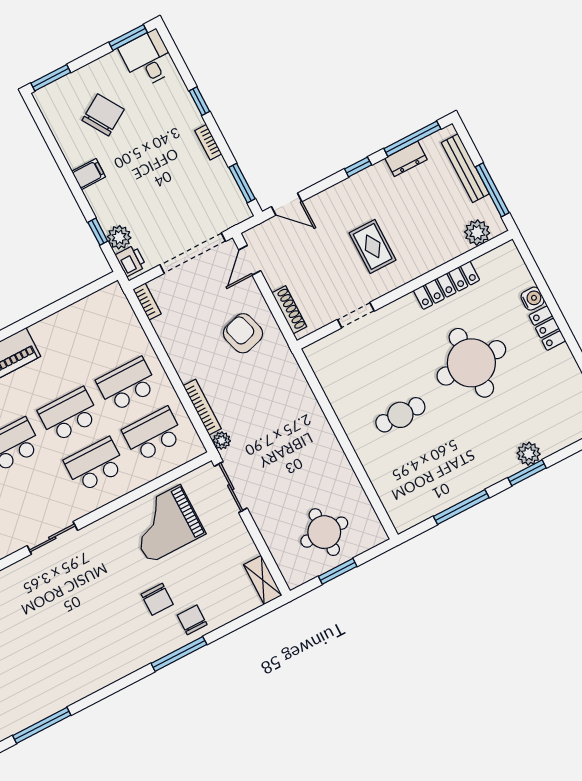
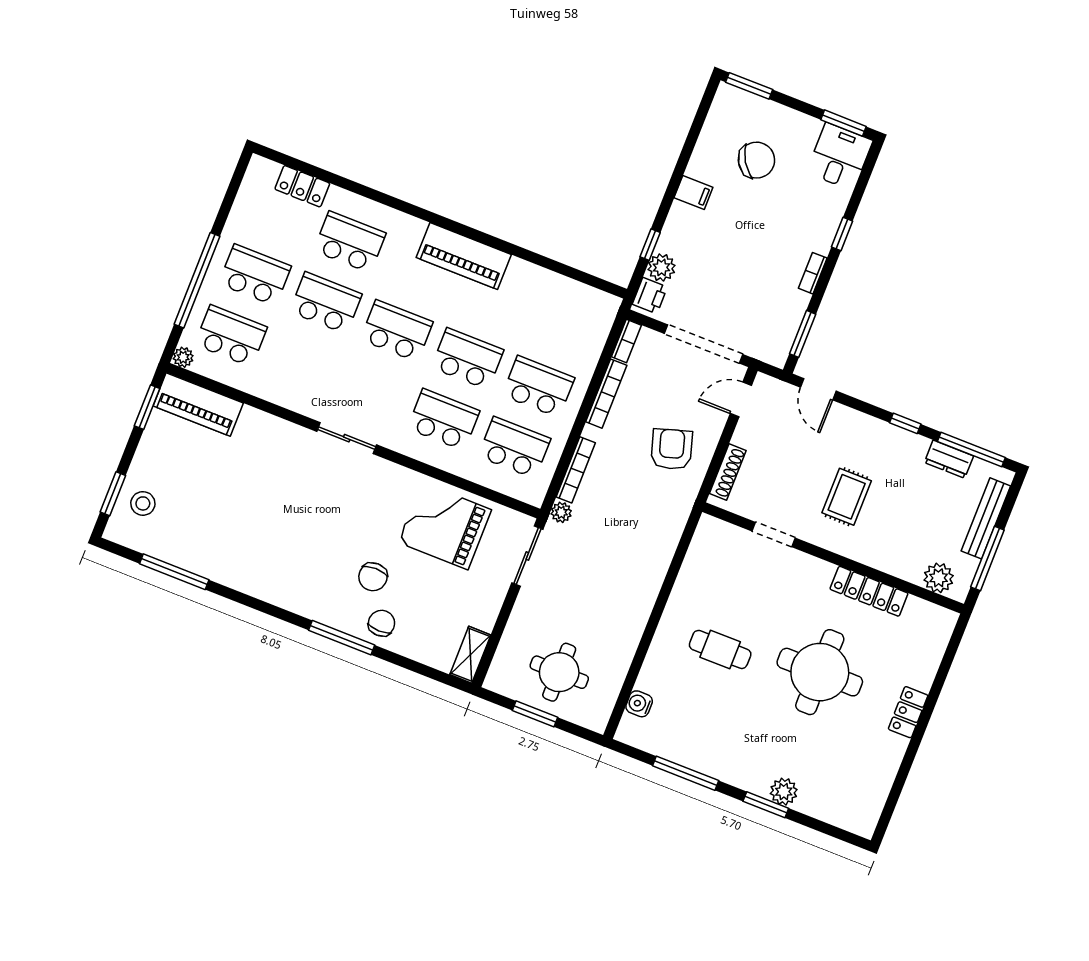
water cooler: (533, 299) -> (639, 704), moved, turned 180
bookcase: (170, 344) -> (606, 394), added

